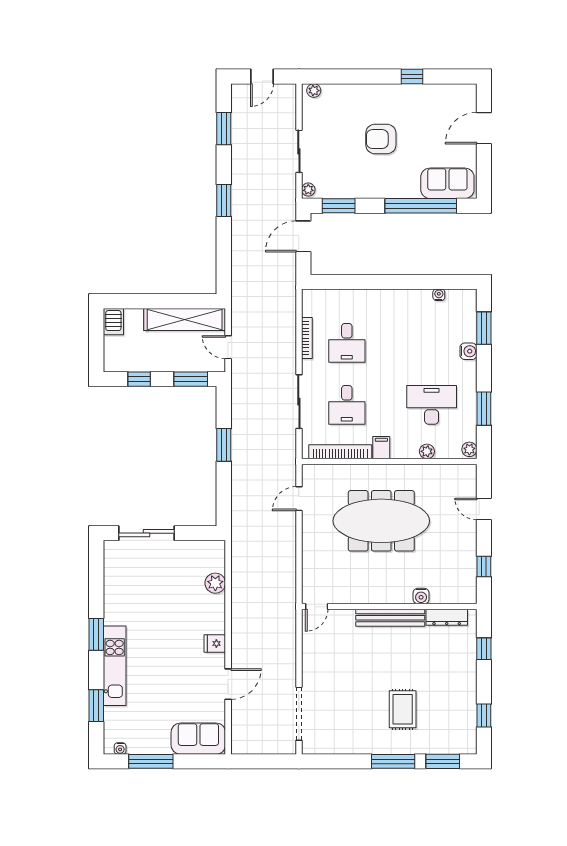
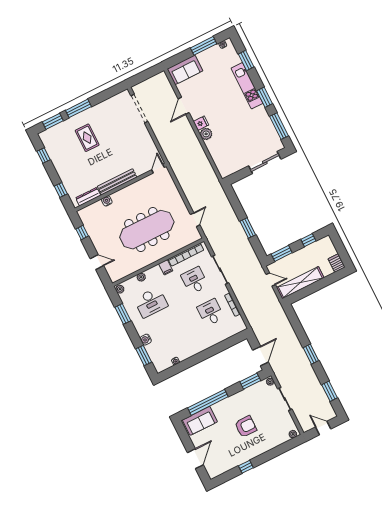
door: (262, 77) -> (323, 428), hinge flipped
window: (96, 578) -> (279, 126), added
plant: (215, 583) -> (206, 134), moved

